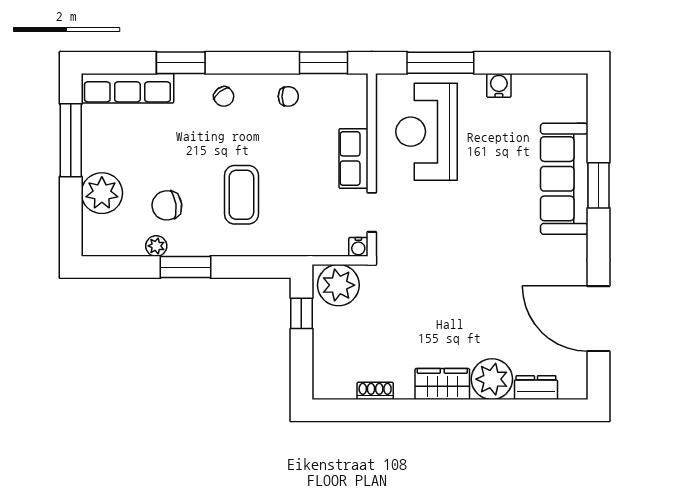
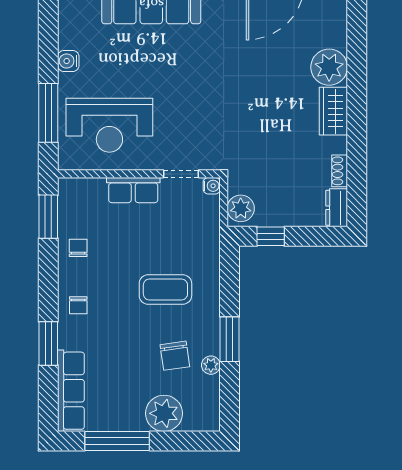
chair: (224, 97) -> (78, 305), turned 128
plant: (338, 285) -> (241, 208), width x0.73, depth x0.73
dresser: (536, 388) -> (337, 208), moved

